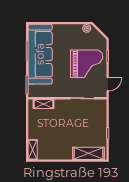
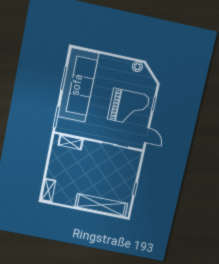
door: (108, 84) -> (147, 135), hinge flipped
shelving: (88, 153) -> (101, 205), width x1.47

